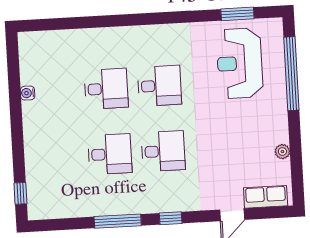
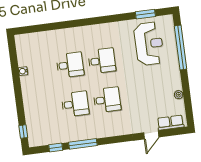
reception desk: (240, 63) -> (149, 44), turned 180
window: (171, 218) -> (56, 147), moved

